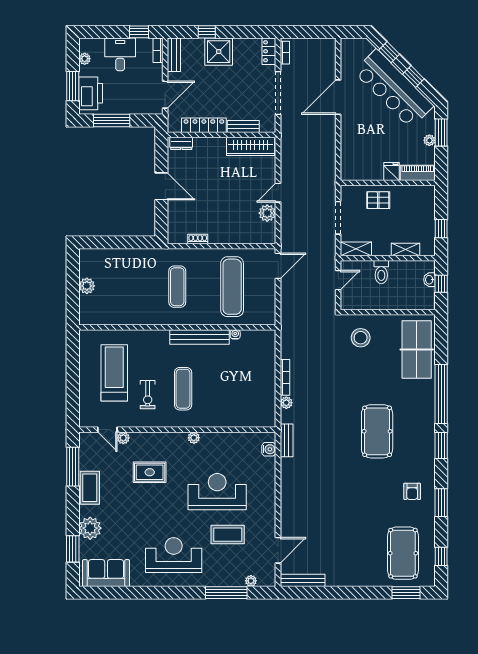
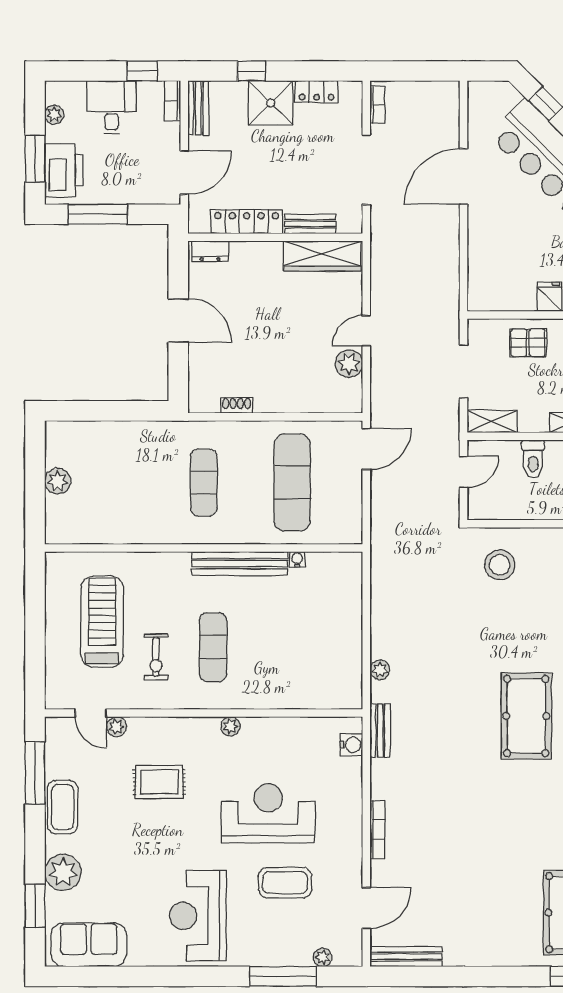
locker: (269, 51) -> (316, 92), moved, turned -90
bookcase: (285, 377) -> (377, 830), moved
reception desk: (174, 555) -> (198, 916), turned -90

